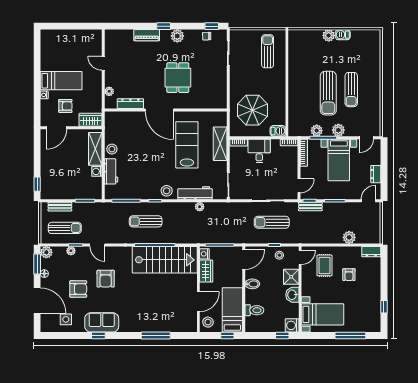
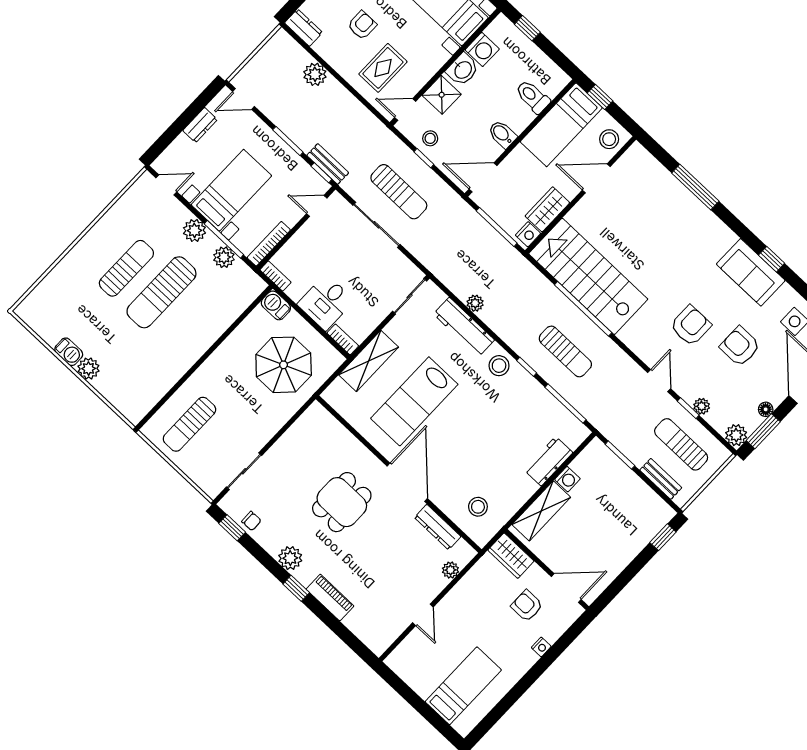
bed: (61, 81) -> (463, 686), moved, turned 90
sun lounger: (328, 93) -> (161, 292), turned 180
stool: (112, 149) -> (478, 507), moved
washing machine: (292, 325) -> (482, 49), moved

